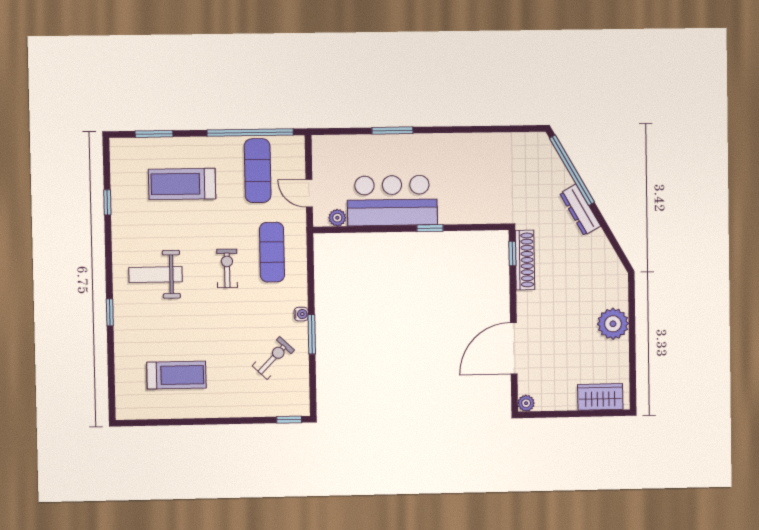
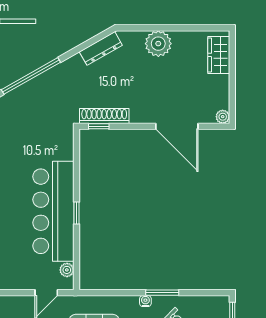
bar counter: (392, 201) -> (53, 211), width x1.36
dresser: (580, 210) -> (101, 48), moved
window: (430, 228) -> (77, 213), moved

